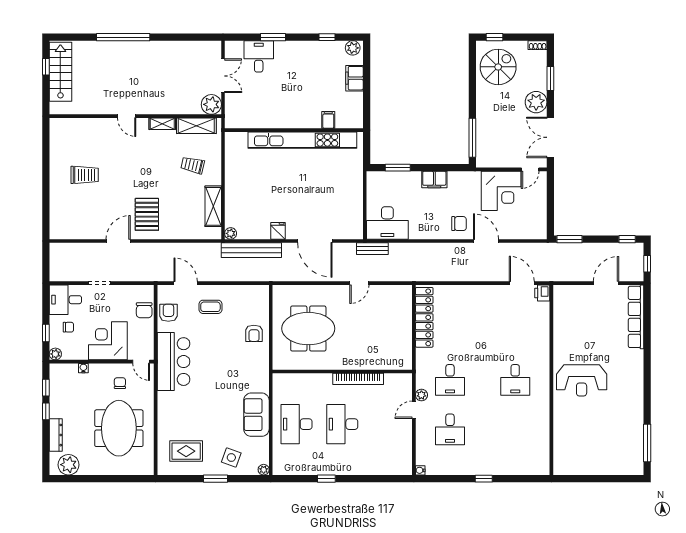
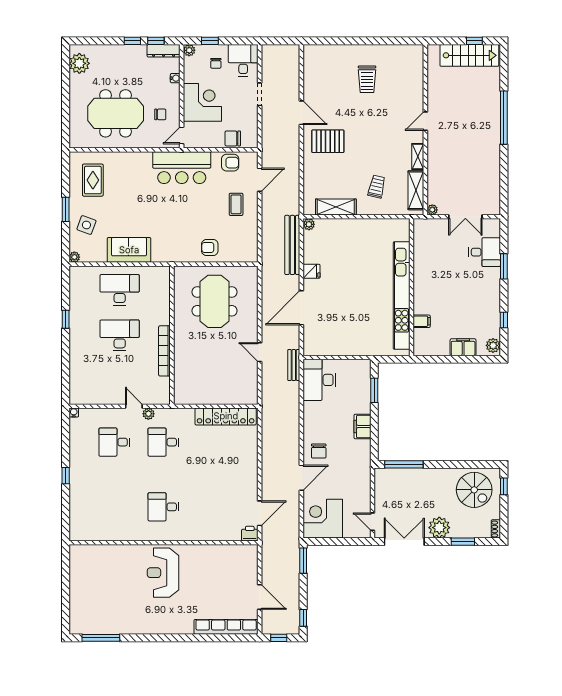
plant: (211, 104) -> (432, 210), width x0.53, depth x0.53
corner desk: (501, 191) -> (323, 519), moved, turned 90
dresser: (56, 435) -> (164, 51), moved

